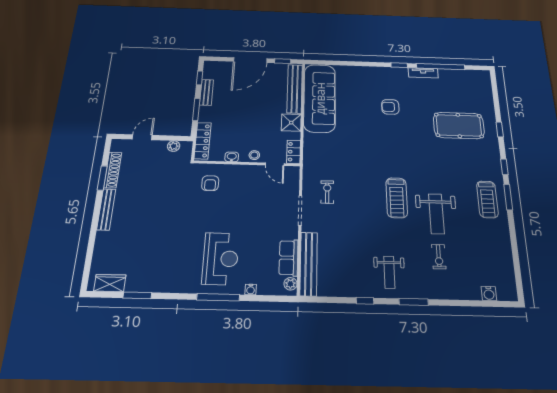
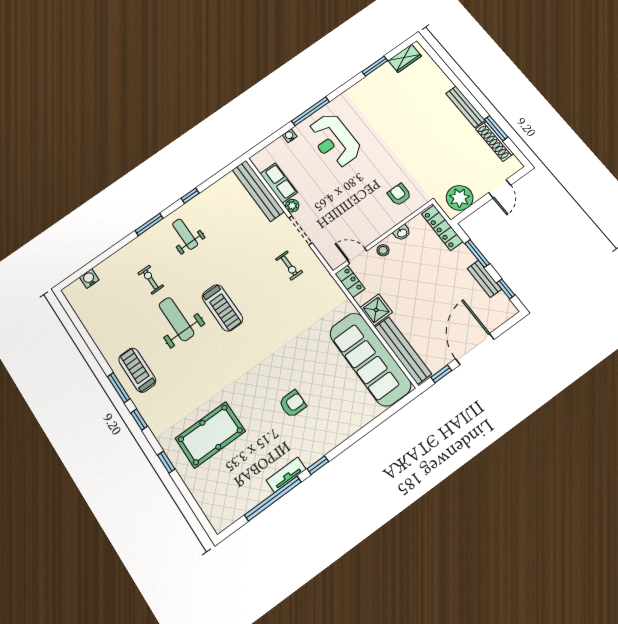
plant: (174, 146) -> (460, 198), width x1.87, depth x1.87
treadmill: (397, 198) -> (222, 308), turned 180
plant: (290, 284) -> (292, 206), moved

